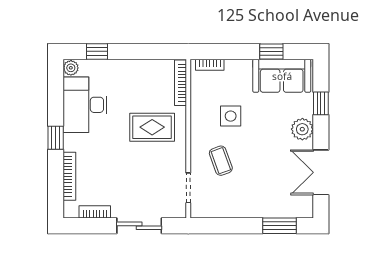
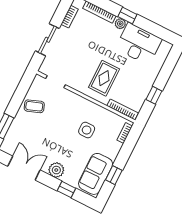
window: (97, 51) -> (154, 95), moved
plant: (71, 68) -> (120, 24), moved
coffee table: (221, 161) -> (34, 106), moved

